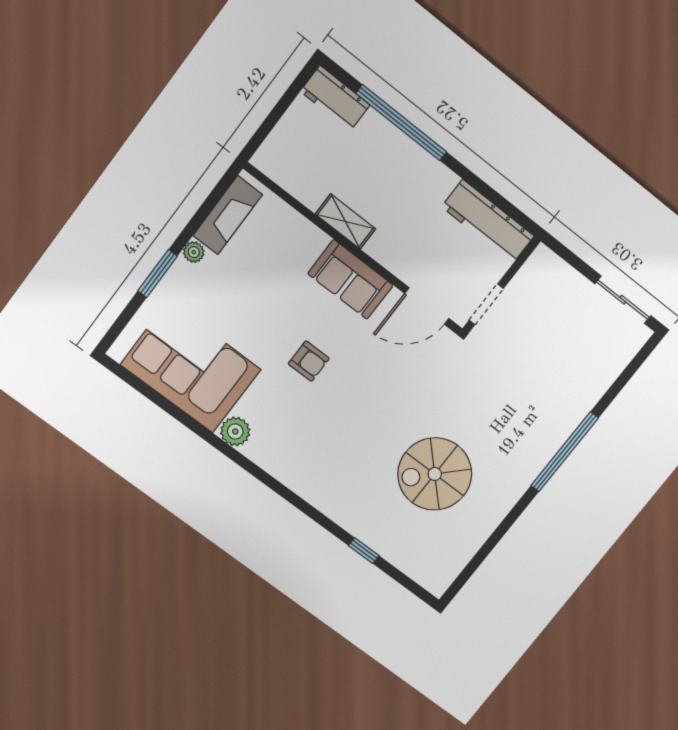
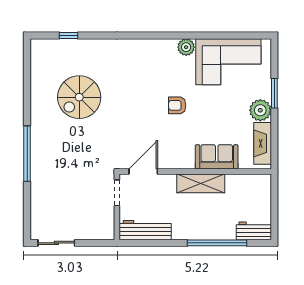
shelving: (345, 221) -> (201, 183), width x1.50, depth x1.33
plant: (194, 252) -> (260, 110), width x1.88, depth x1.88
sofa: (350, 279) -> (217, 157), moved
spiral stairs: (435, 474) -> (79, 97), turned 180
window: (364, 551) -> (68, 36), moved

